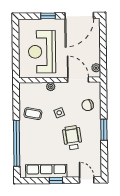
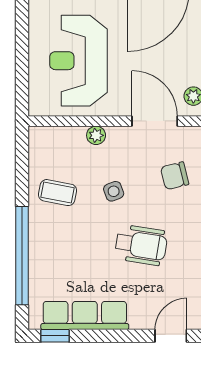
wheelchair: (72, 138) -> (141, 245), turned 107
window: (56, 180) -> (55, 336), moved
door: (87, 180) -> (171, 336), hinge flipped

